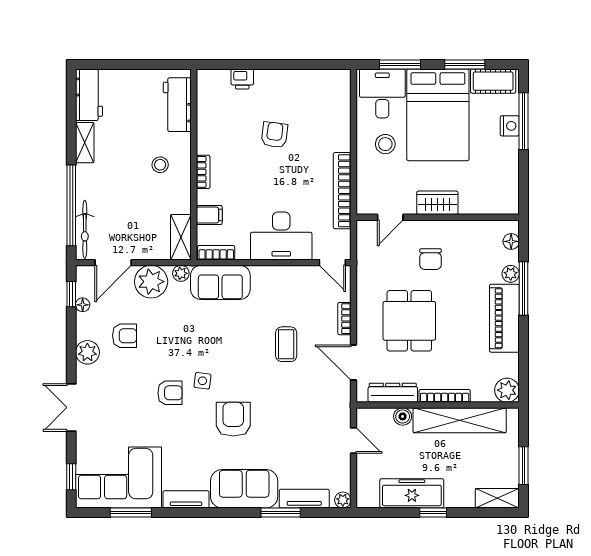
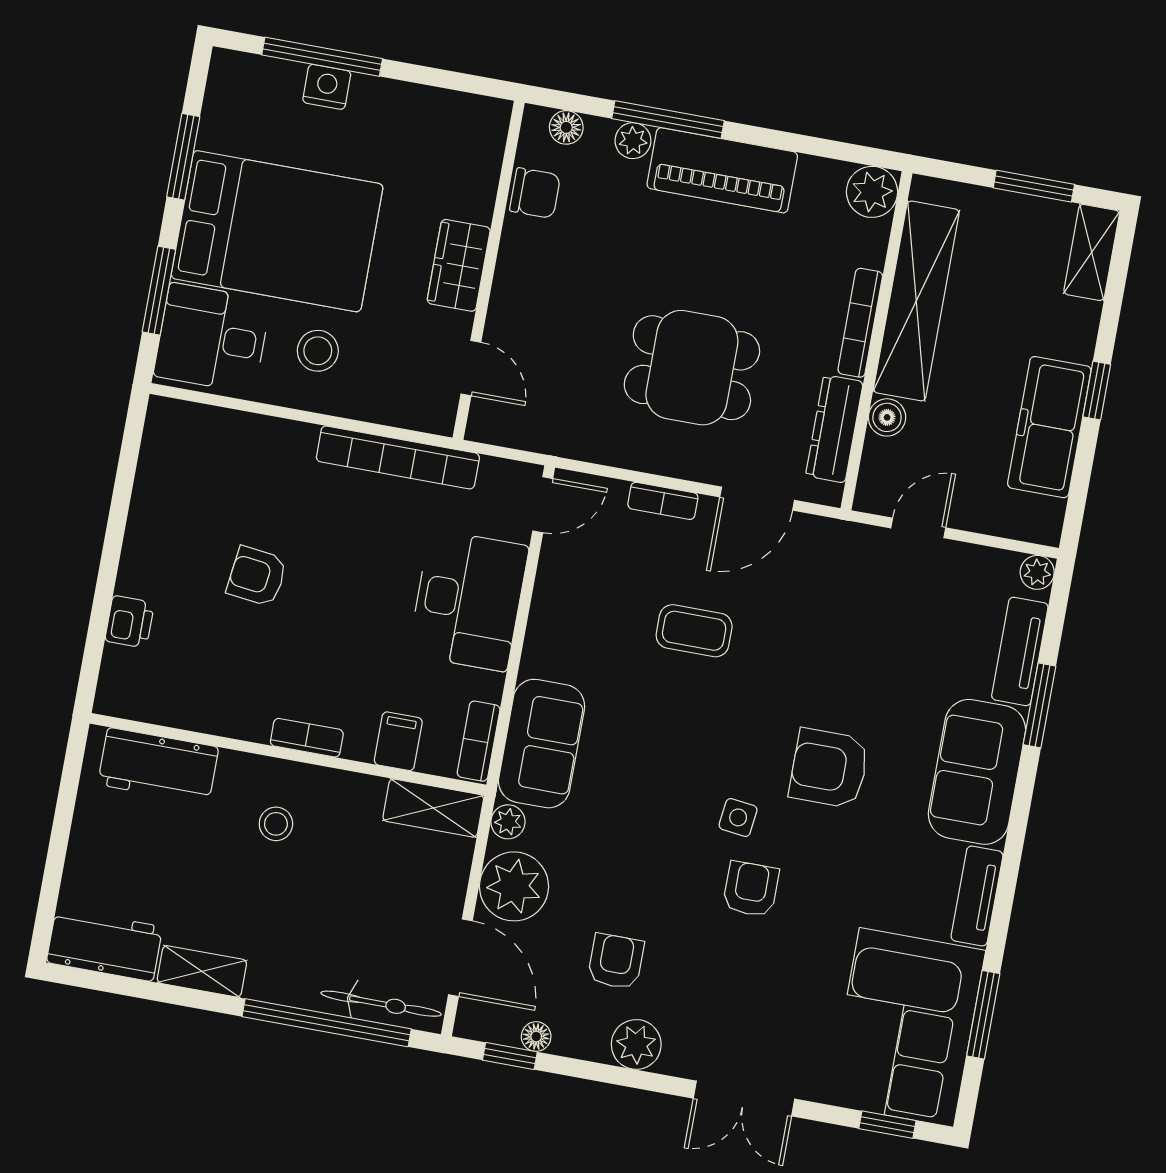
cot: (493, 81) -> (228, 104), removed
chair: (431, 259) -> (535, 193), moved

